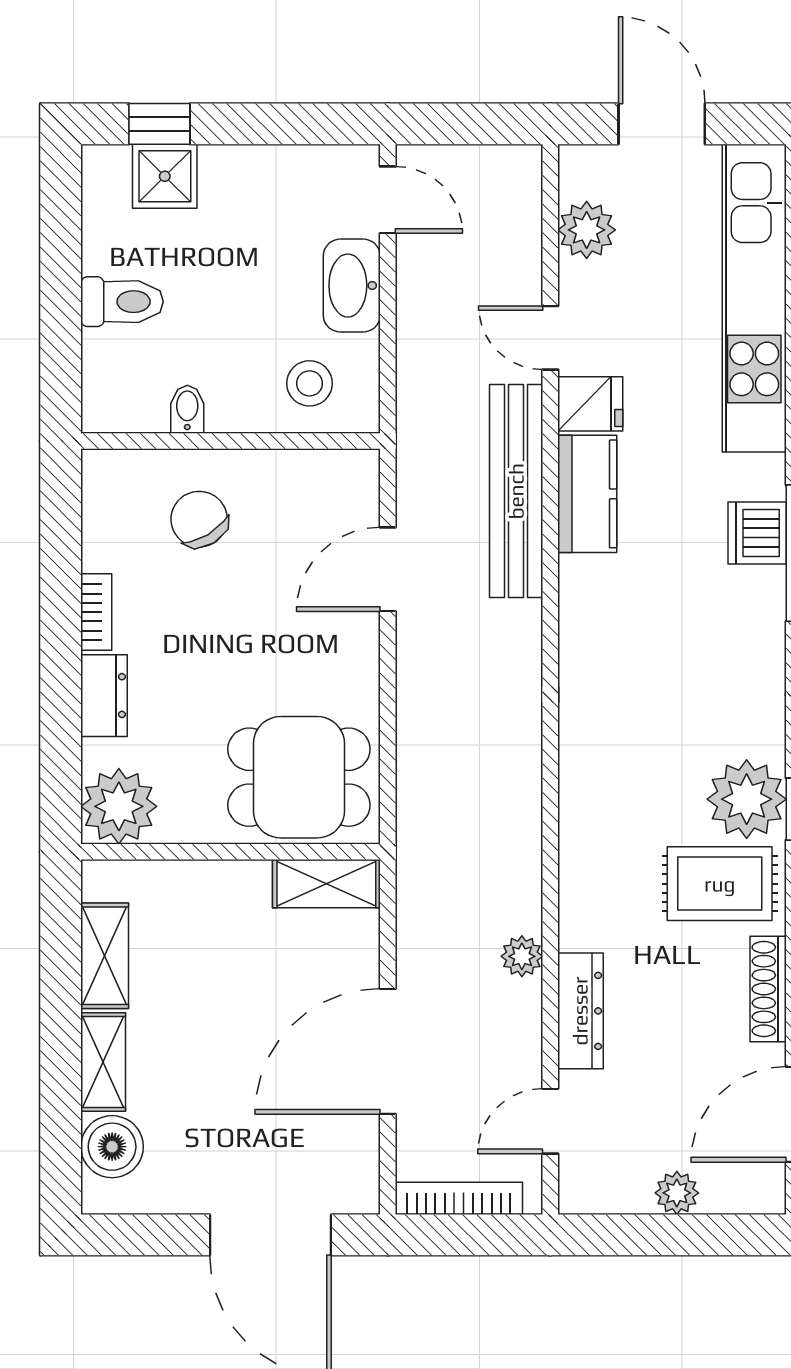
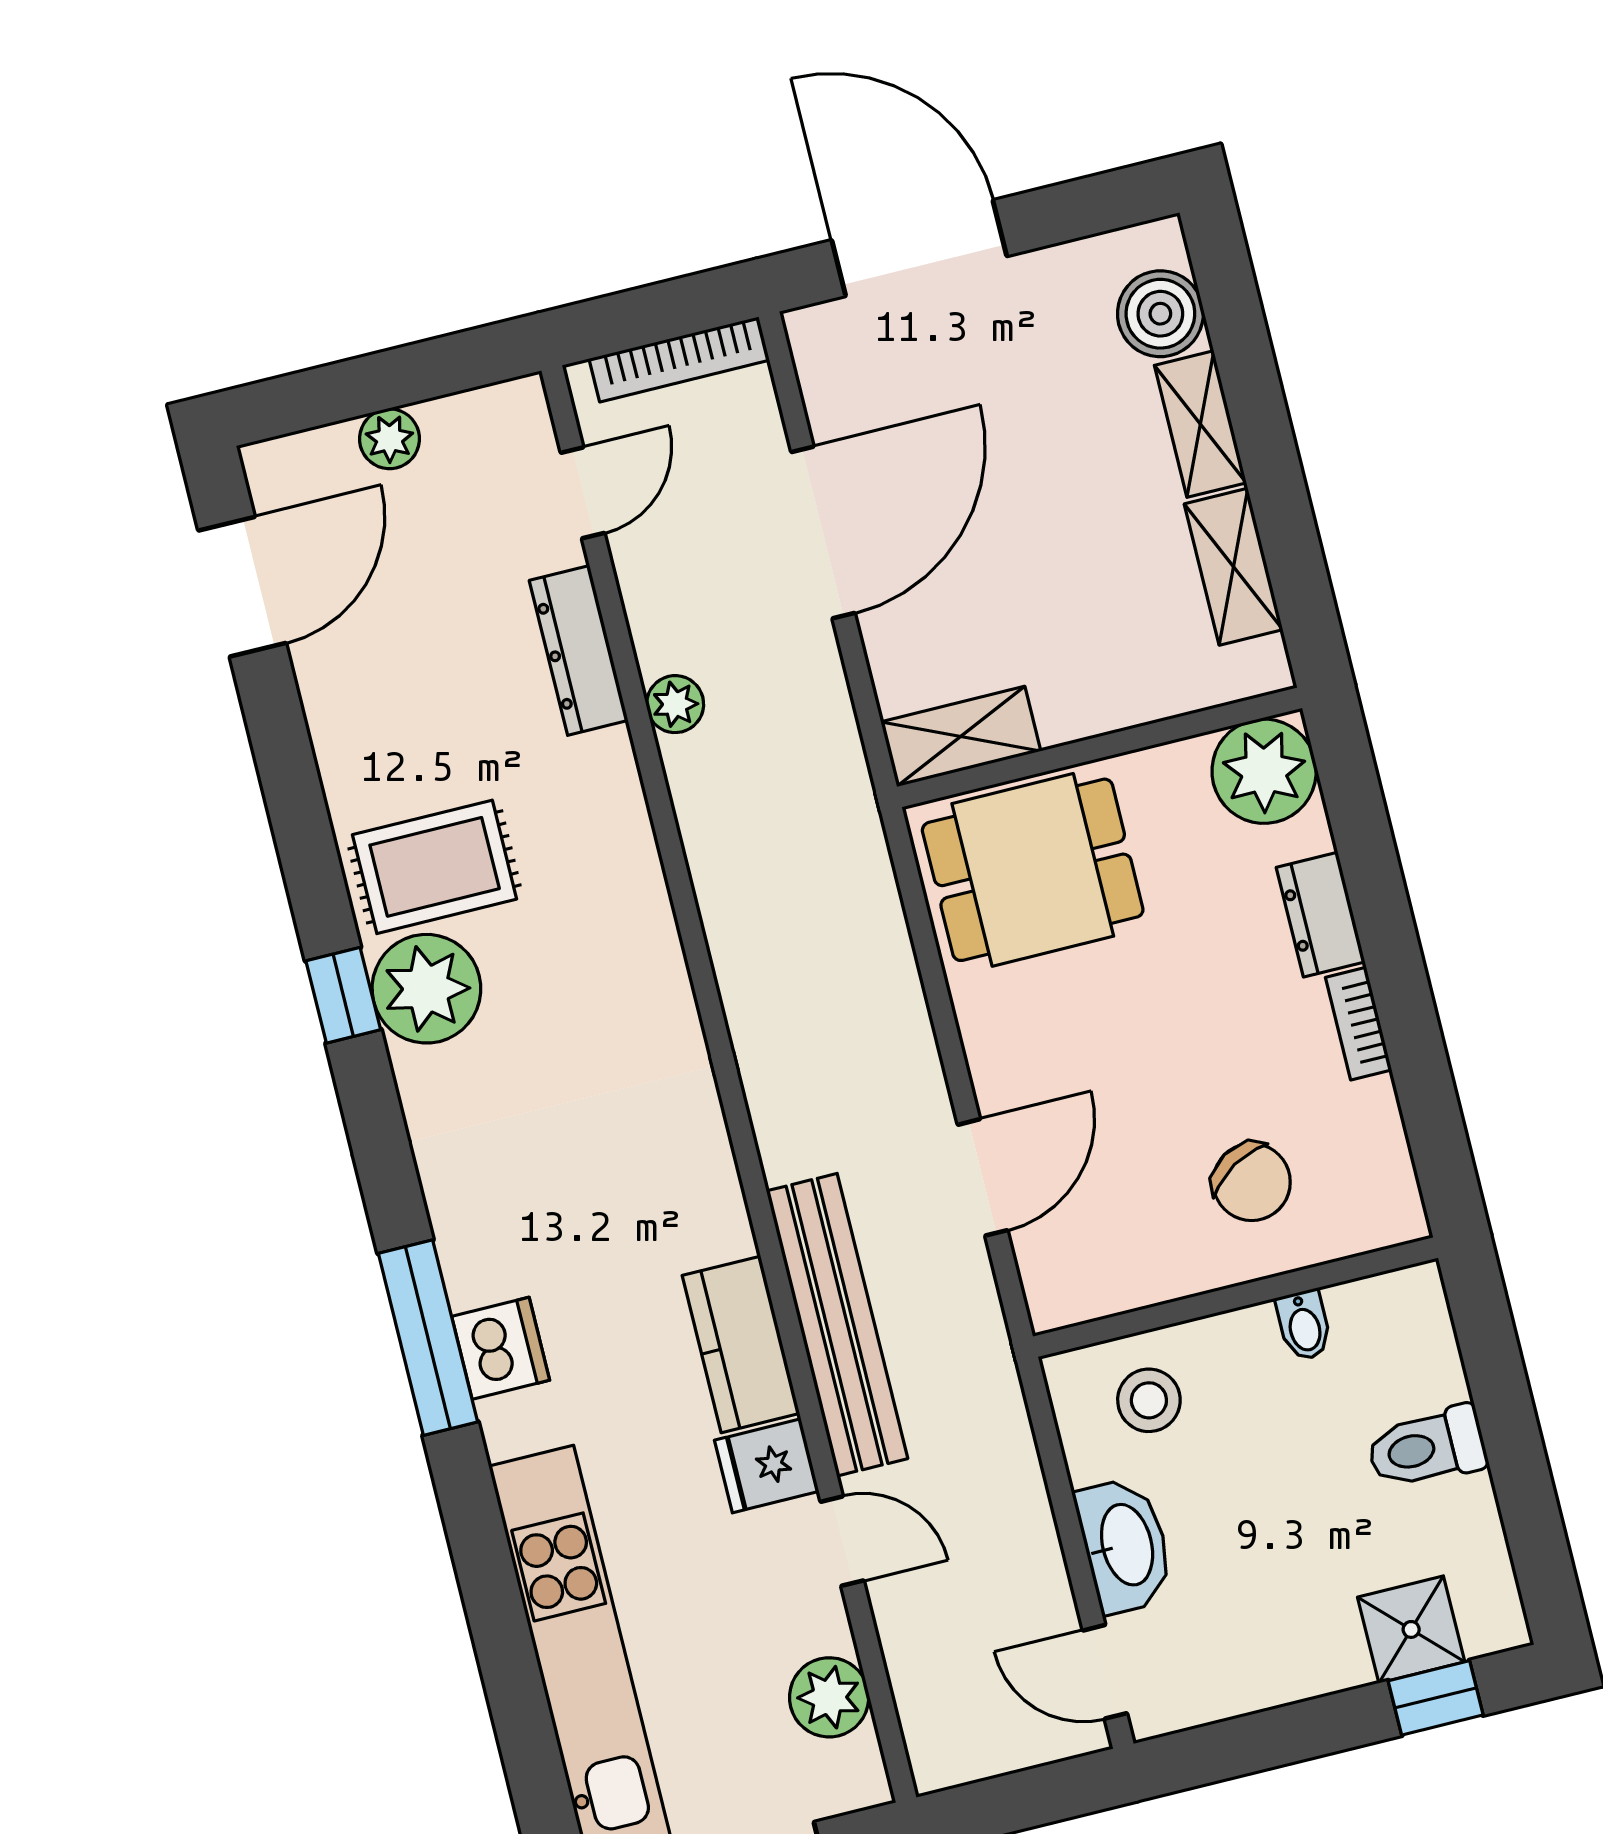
shoe rack: (768, 989) -> (335, 742), removed

